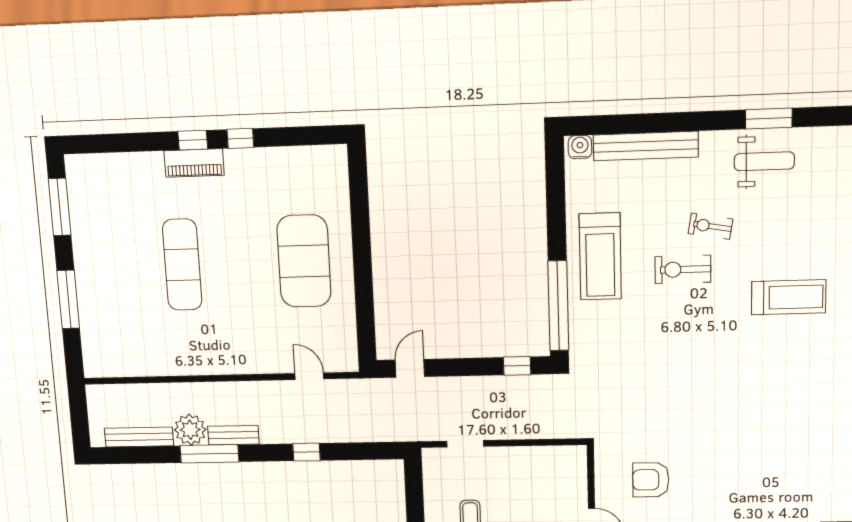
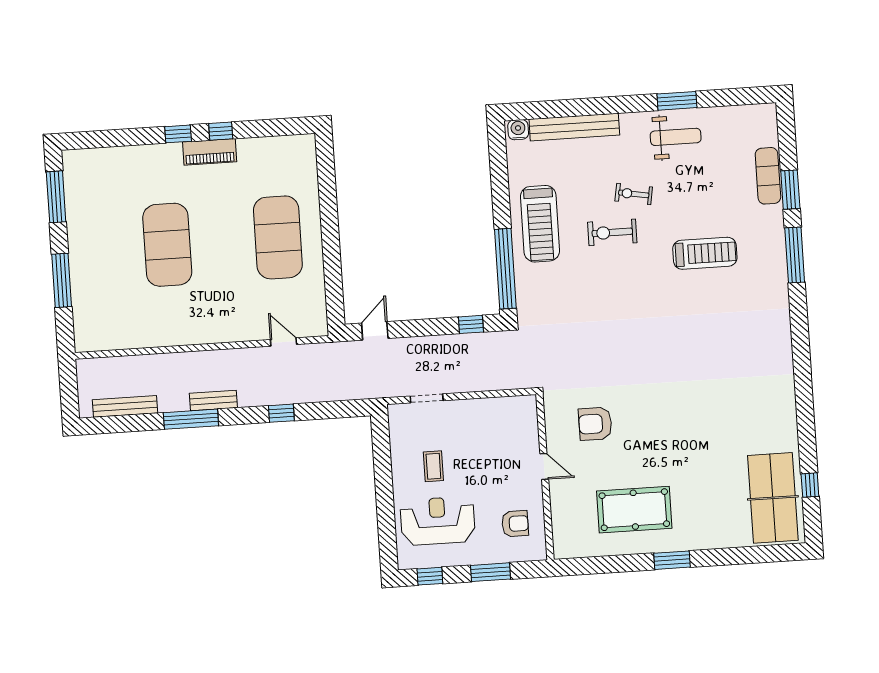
piano: (194, 163) -> (210, 152), moved
exercise mat: (182, 265) -> (167, 245), width x1.47
plant: (190, 430) -> (173, 397), removed

